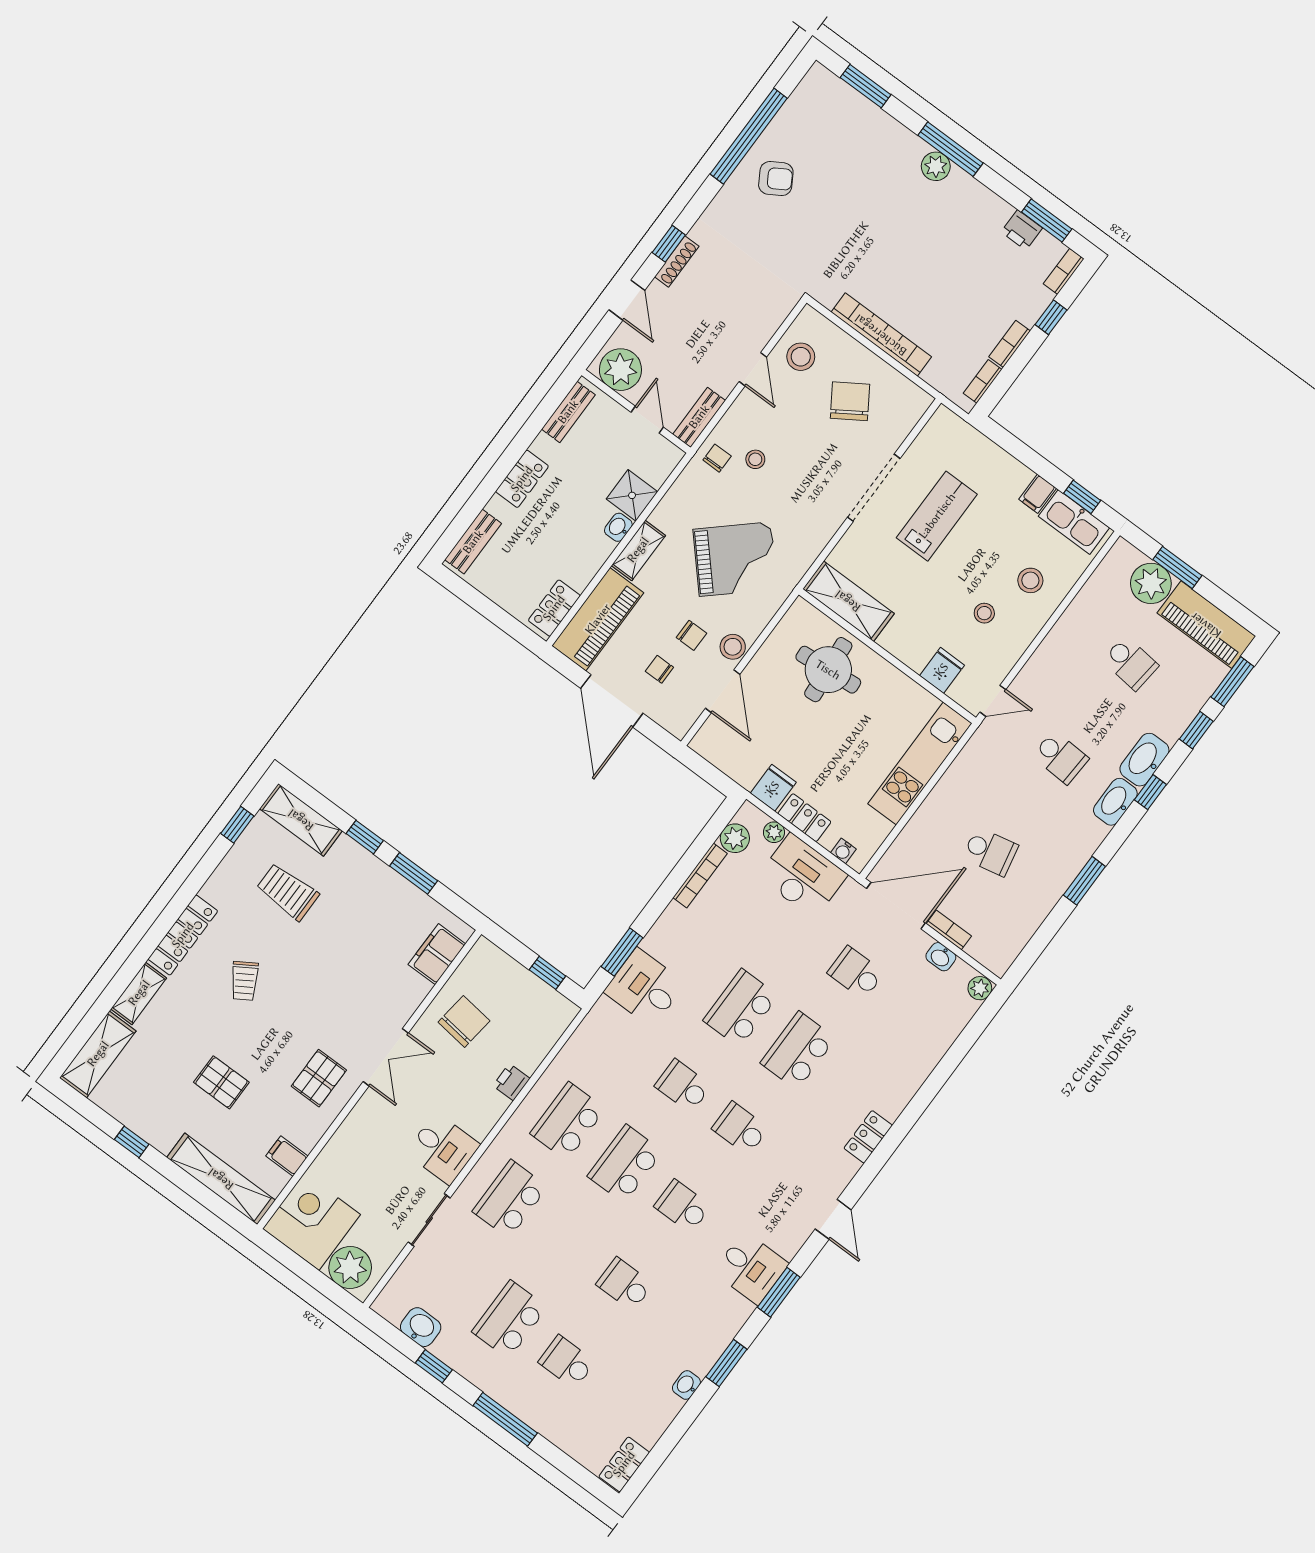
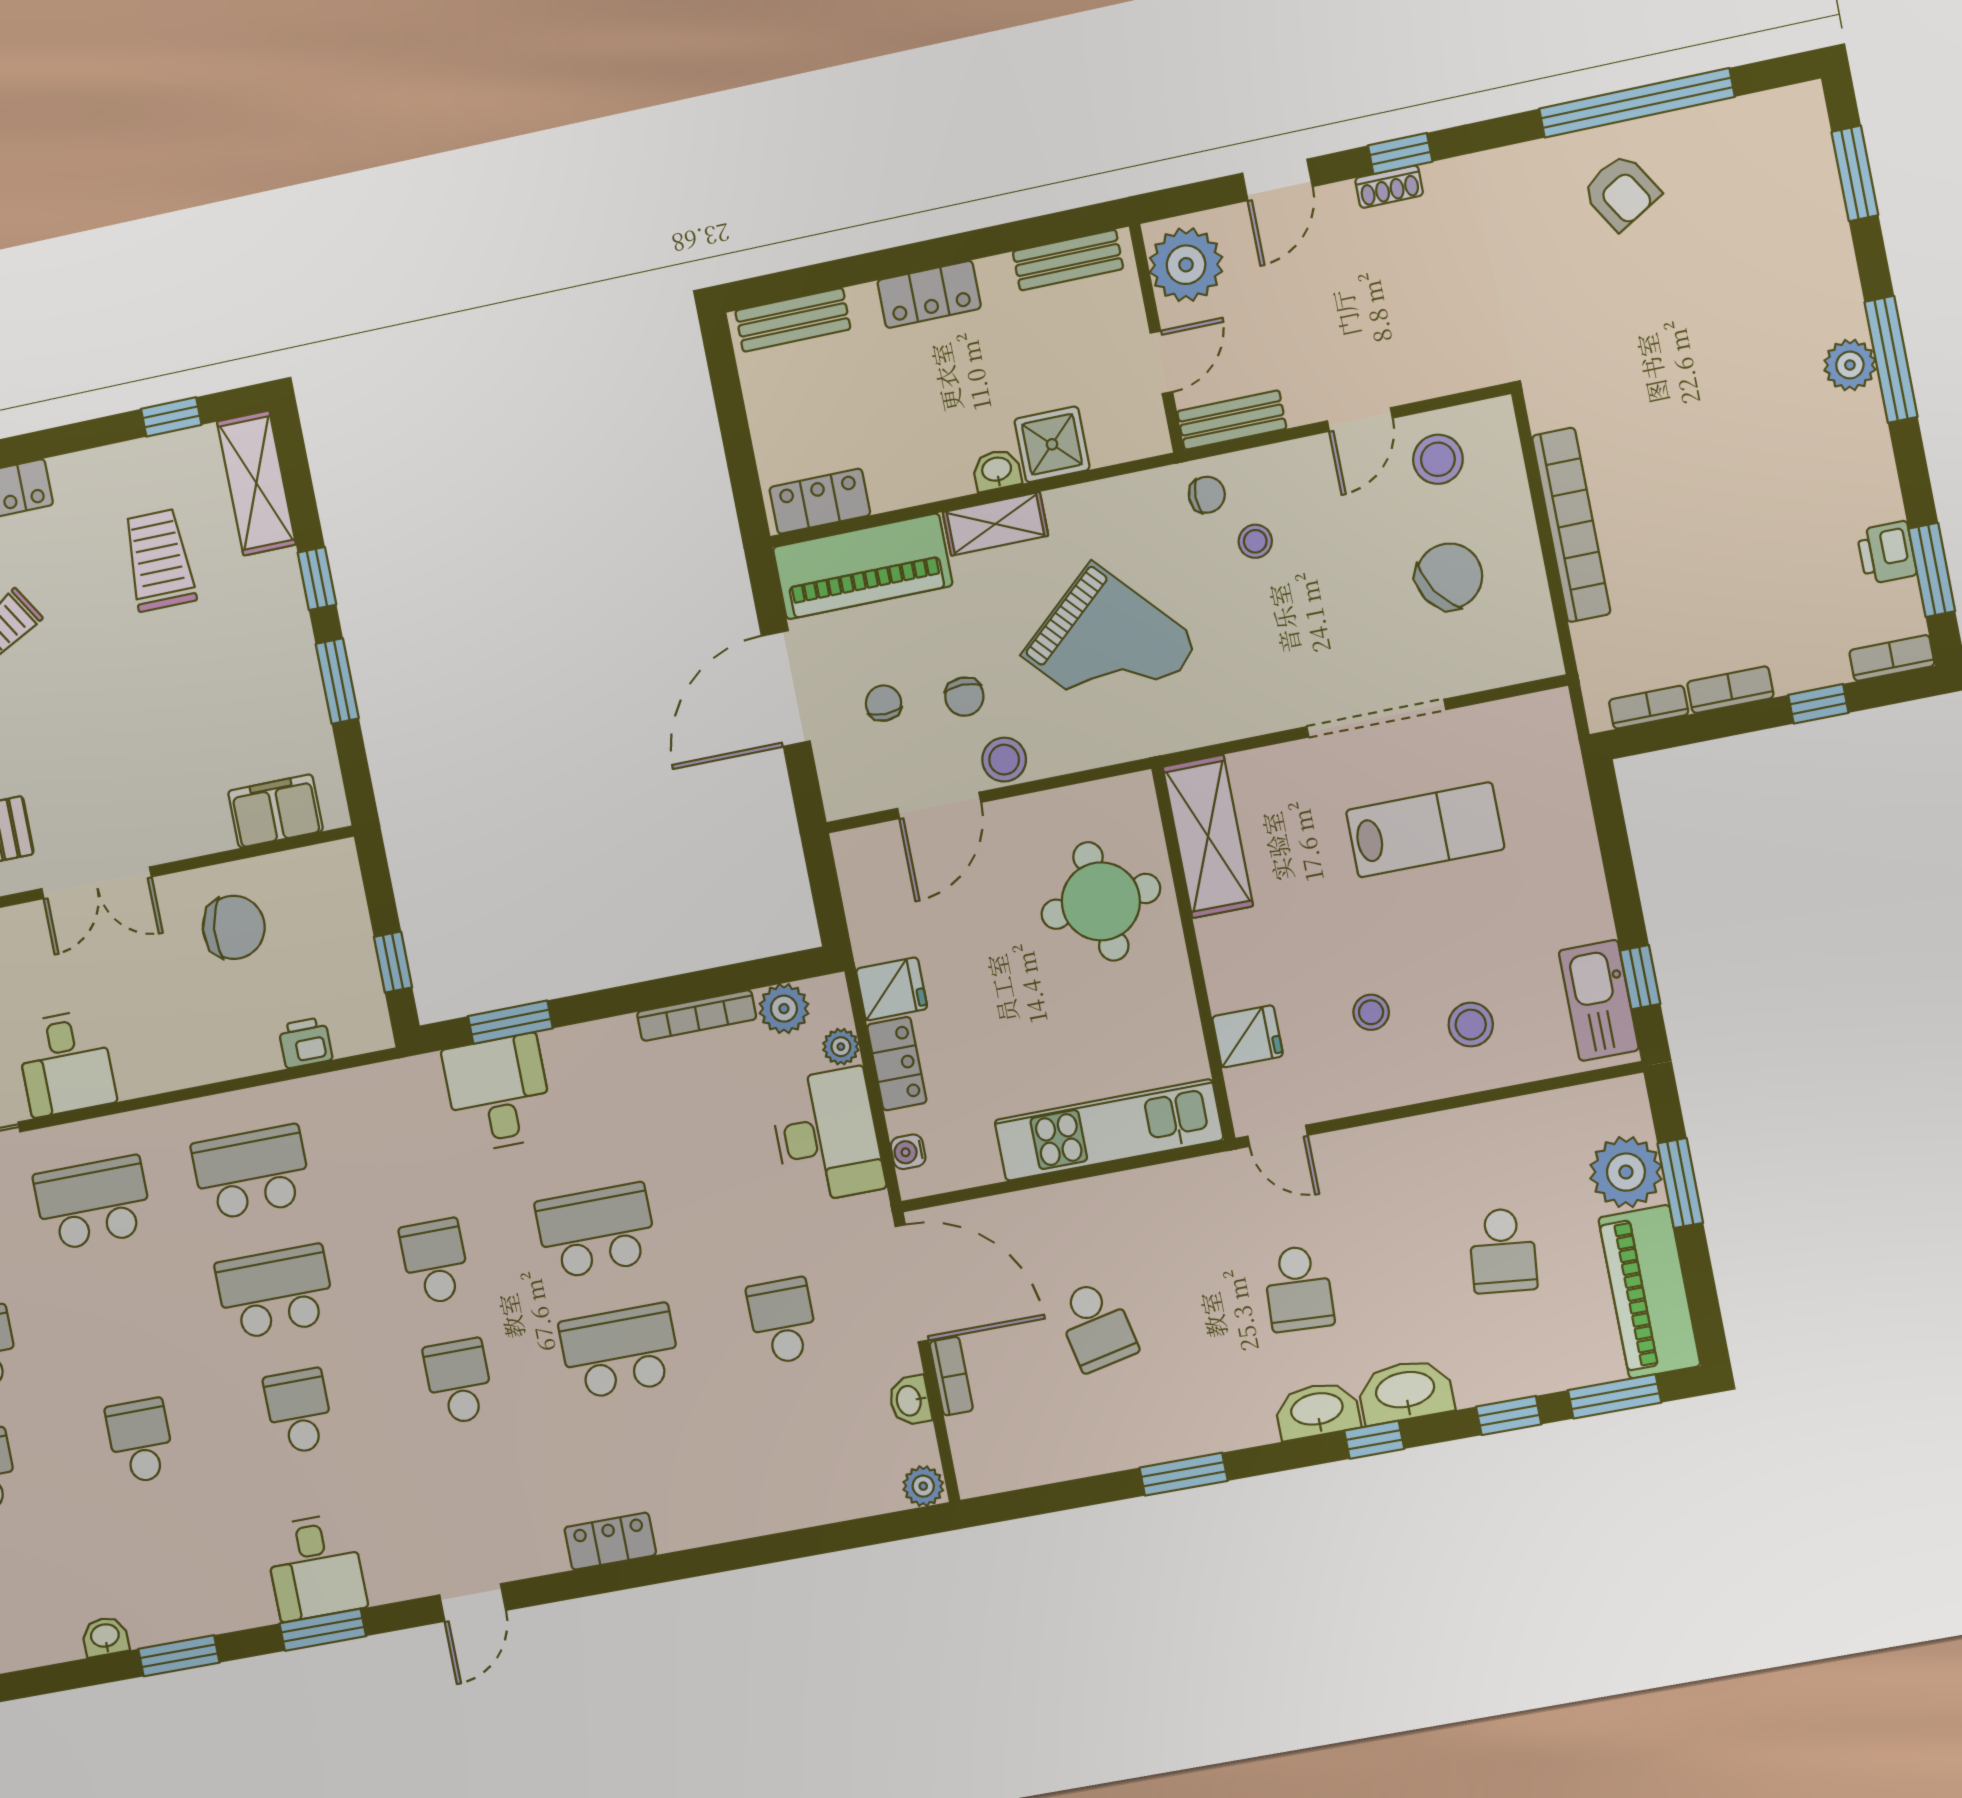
shoe rack: (677, 262) -> (1389, 187), width x0.70
filing cabinet: (1038, 494) -> (1585, 920), removed
printer: (511, 1082) -> (305, 1043), moved

